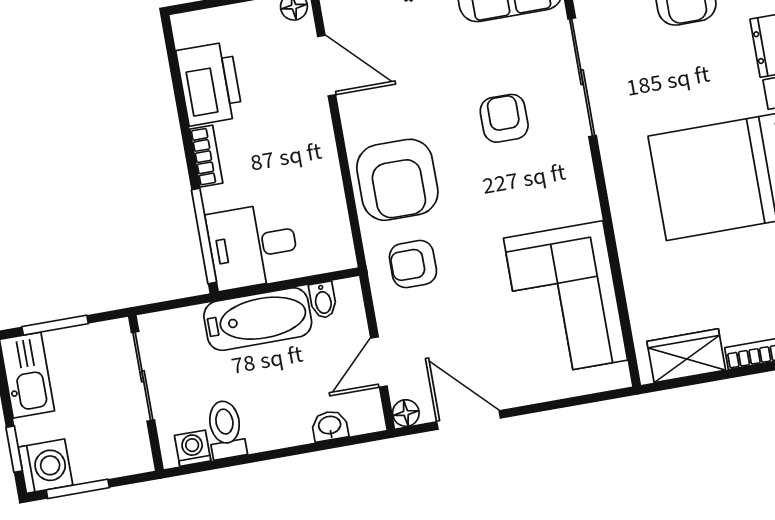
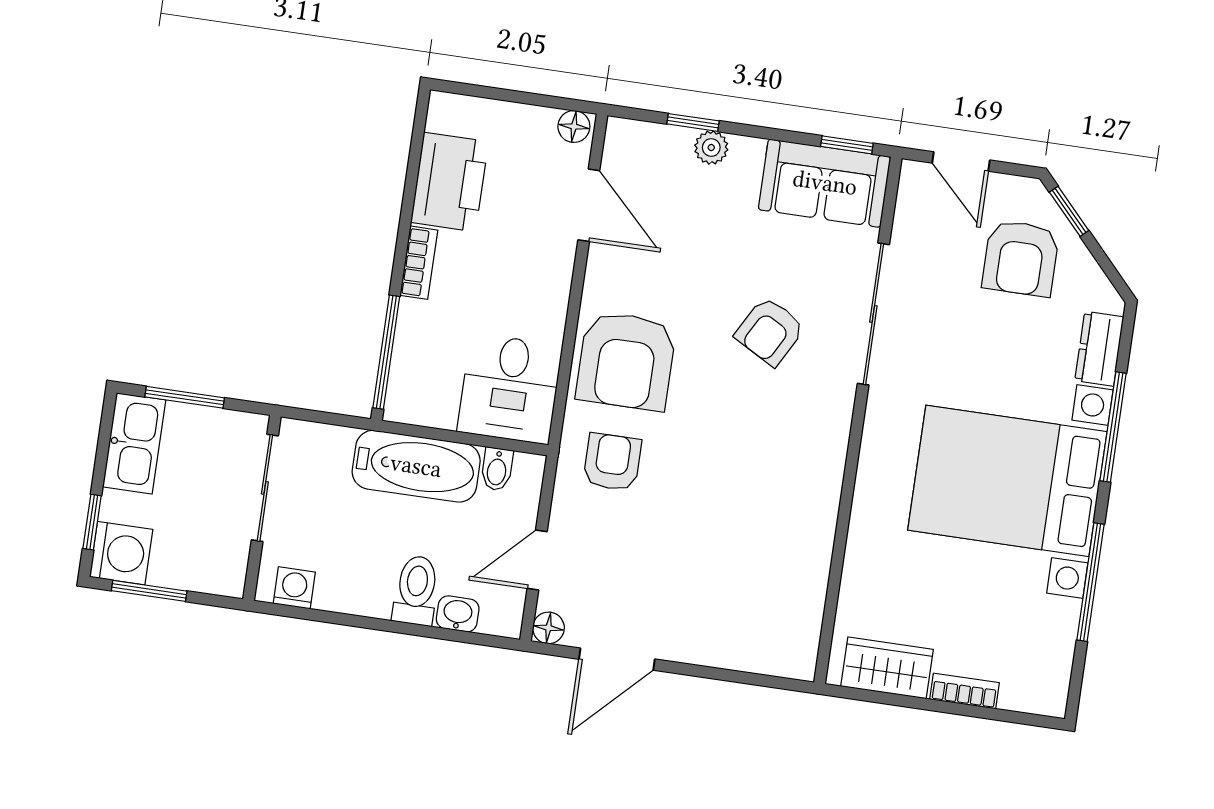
armchair: (504, 118) -> (770, 331), turned -151
desk: (253, 246) -> (510, 389), moved, turned -90
armchair: (413, 264) -> (612, 462), turned 90
corner sofa: (565, 299) -> (772, 559), removed
door: (469, 420) -> (617, 659), swing flipped
toilet: (226, 429) -> (416, 590), moved

